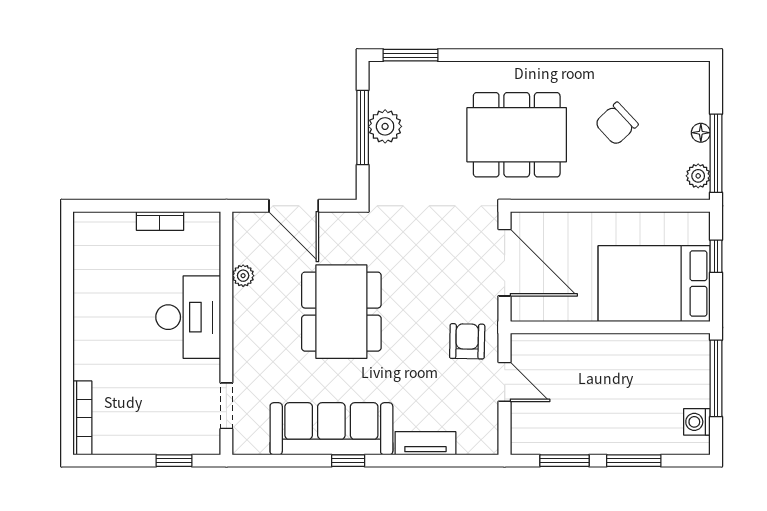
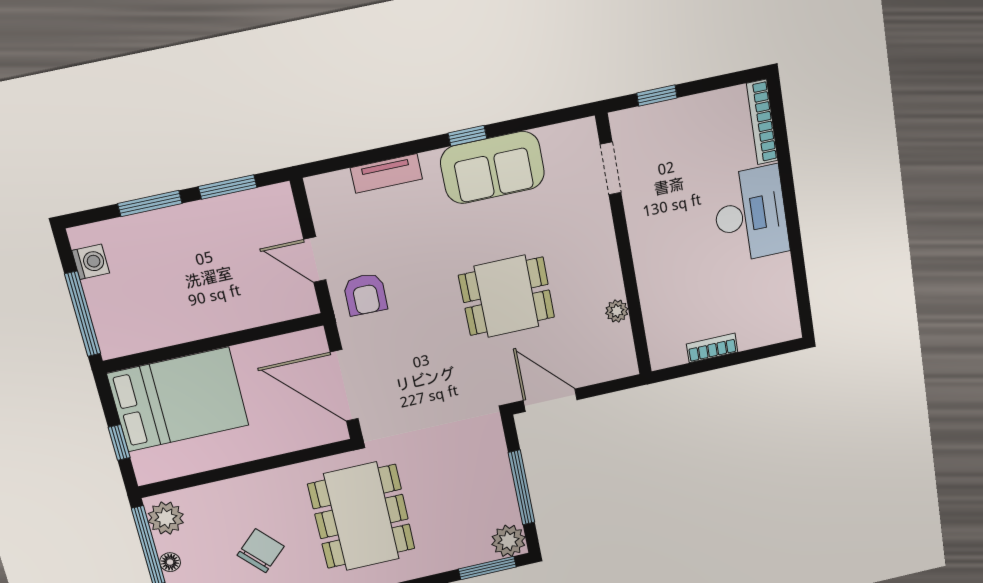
plant: (385, 126) -> (508, 541), moved
dining table: (517, 135) -> (362, 516), turned 90
plant: (698, 176) -> (166, 518), width x1.38, depth x1.38
door: (294, 206) -> (550, 400), moved
dining table: (341, 312) -> (507, 296), width x0.73
desk: (188, 317) -> (750, 215), moved, turned 180
sofa: (331, 429) -> (493, 167), width x0.73

